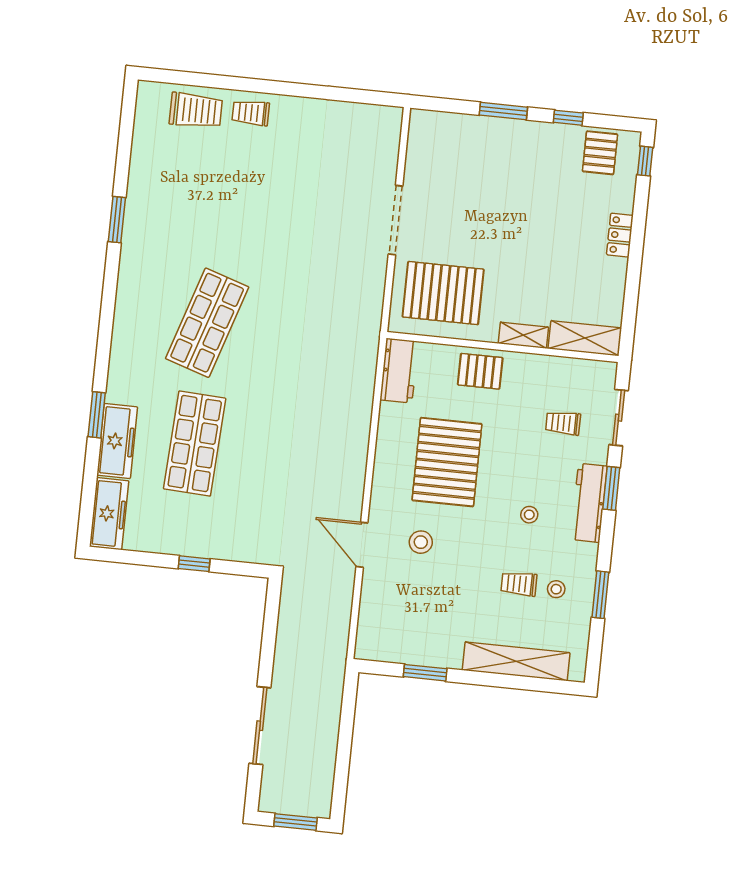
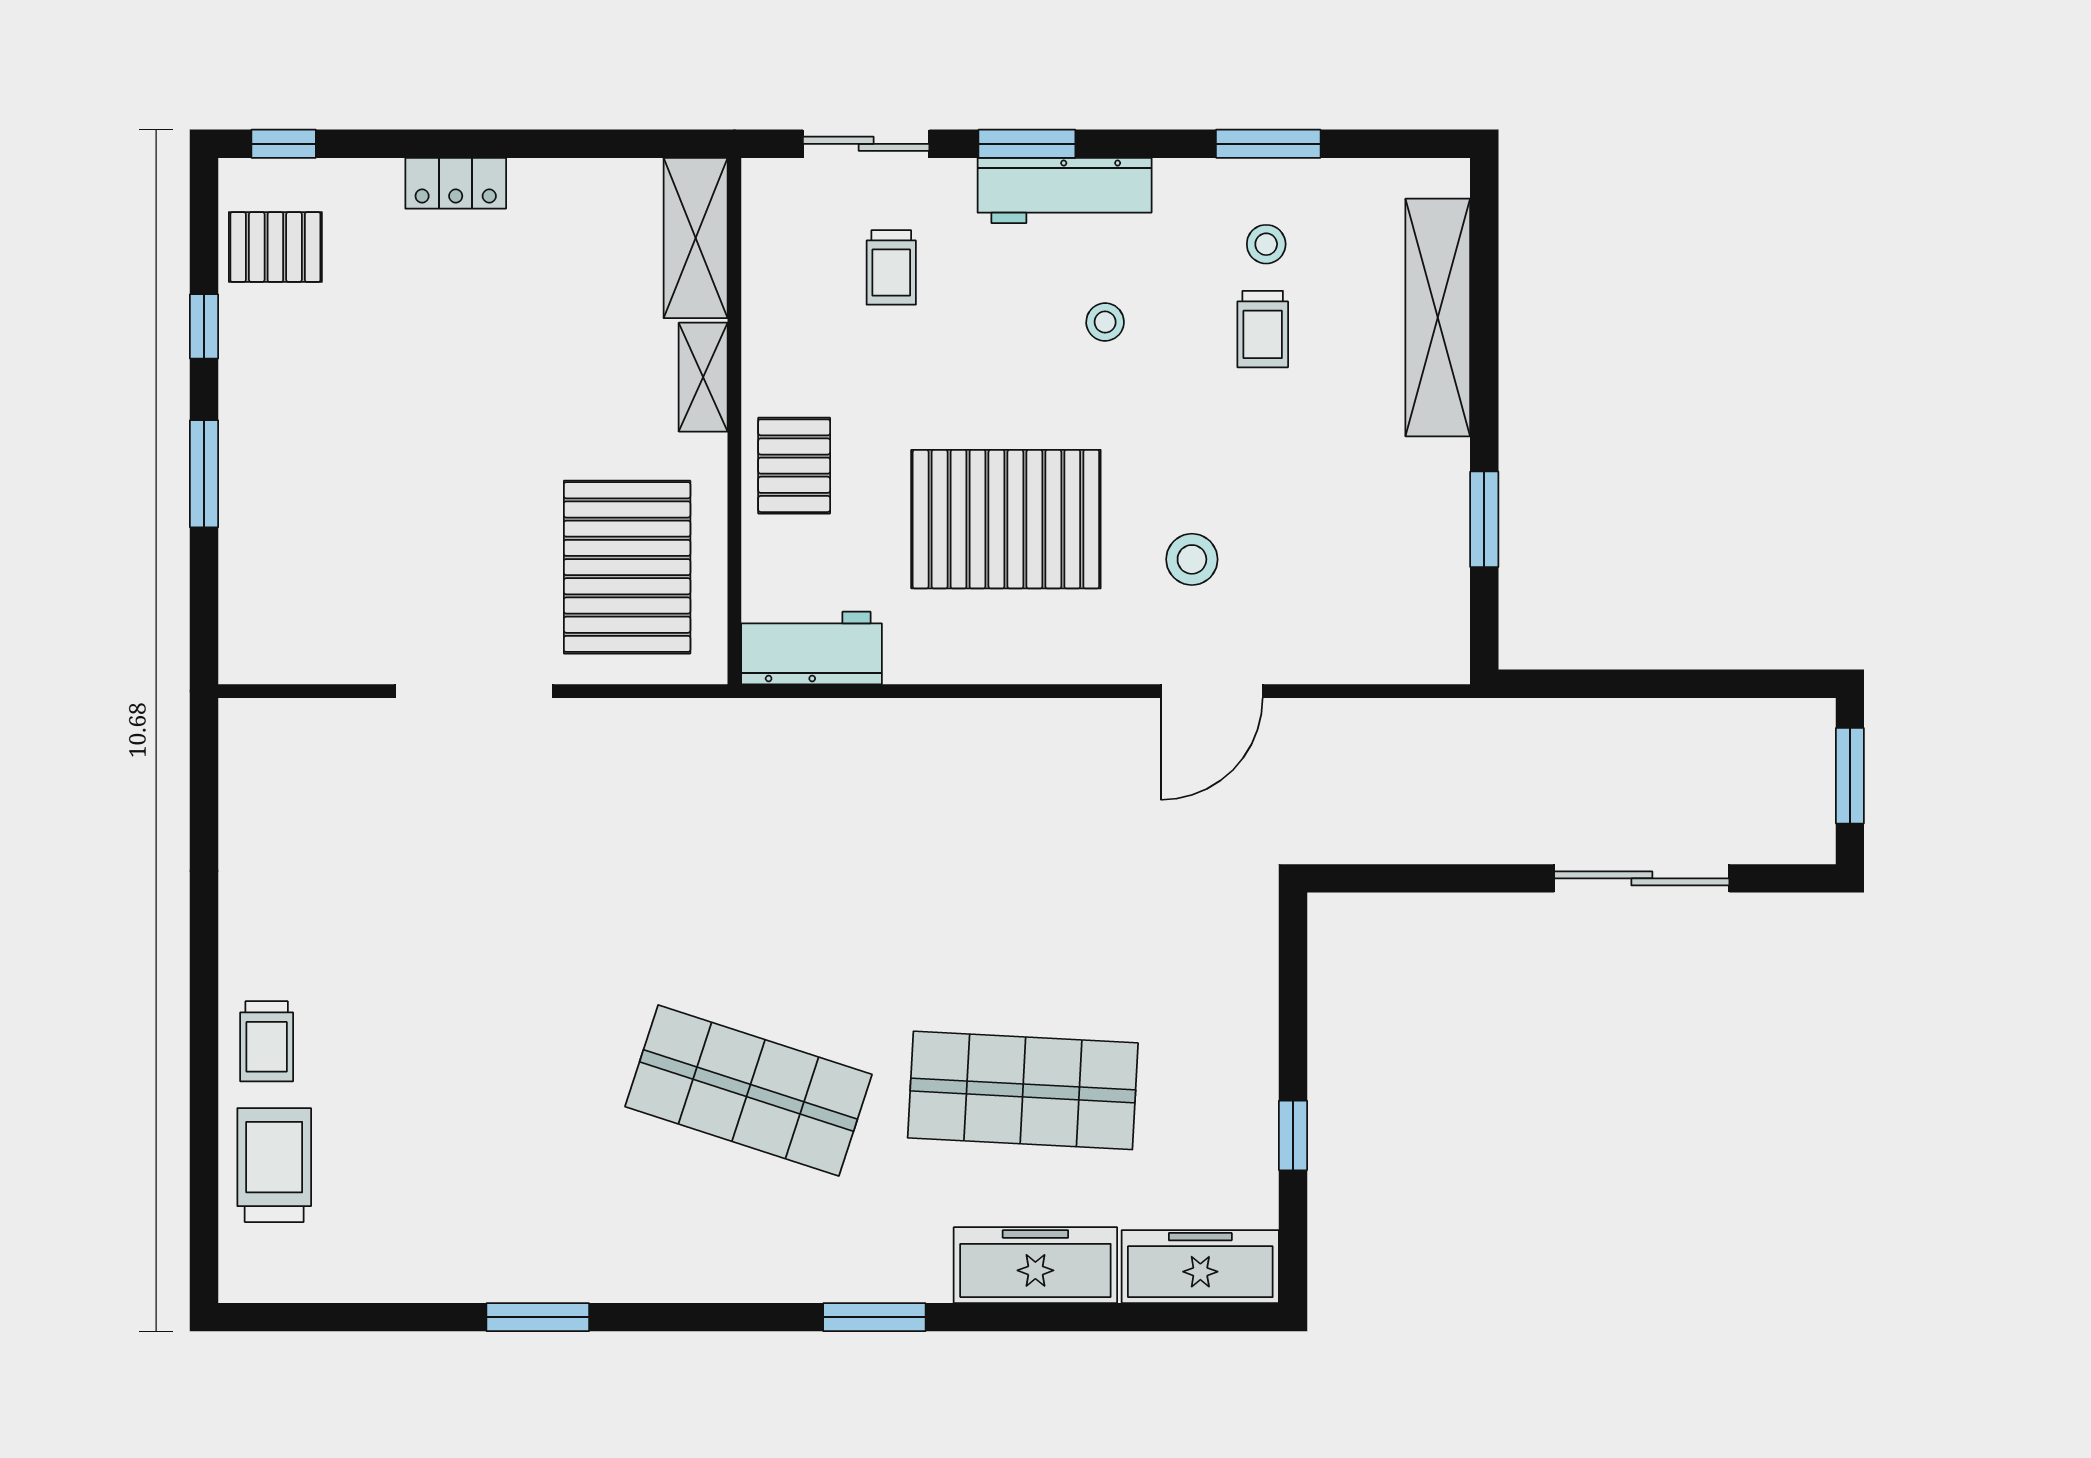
window: (97, 415) -> (874, 1317), moved
window: (194, 564) -> (1293, 1135), moved

